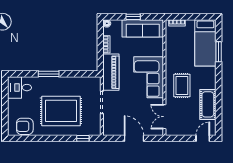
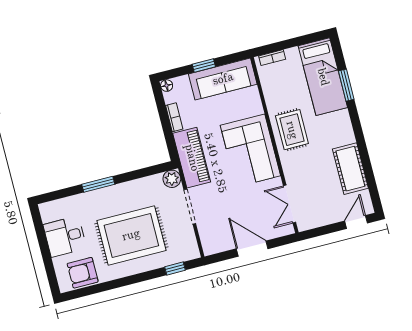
plant: (95, 82) -> (172, 179), added
rug: (182, 86) -> (292, 130), moved
desk: (19, 88) -> (65, 236), moved

